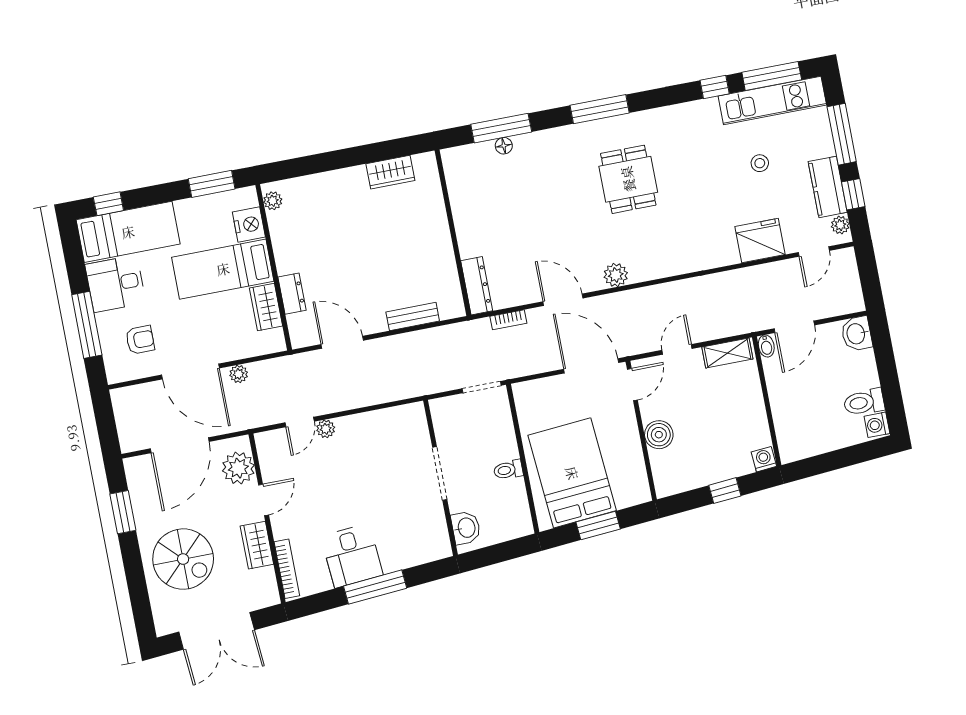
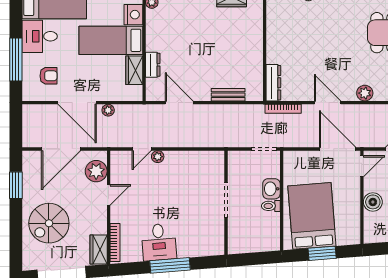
bookcase: (508, 320) -> (283, 109), width x1.56
washbasin: (466, 528) -> (271, 189), moved, turned 180
wardrobe: (257, 545) -> (99, 250), moved
spiral stairs: (183, 559) -> (49, 223), turned 90

